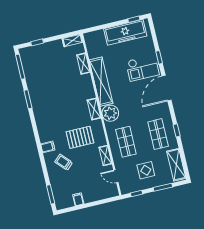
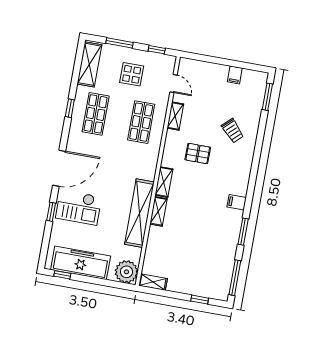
shelving: (83, 64) -> (158, 211), moved
checkout: (142, 68) -> (79, 207), turned 180
plant: (110, 113) -> (126, 272), moved
pallet: (80, 137) -> (198, 154), width x0.67, depth x0.71
filing cabinet: (48, 147) -> (237, 202), moved

